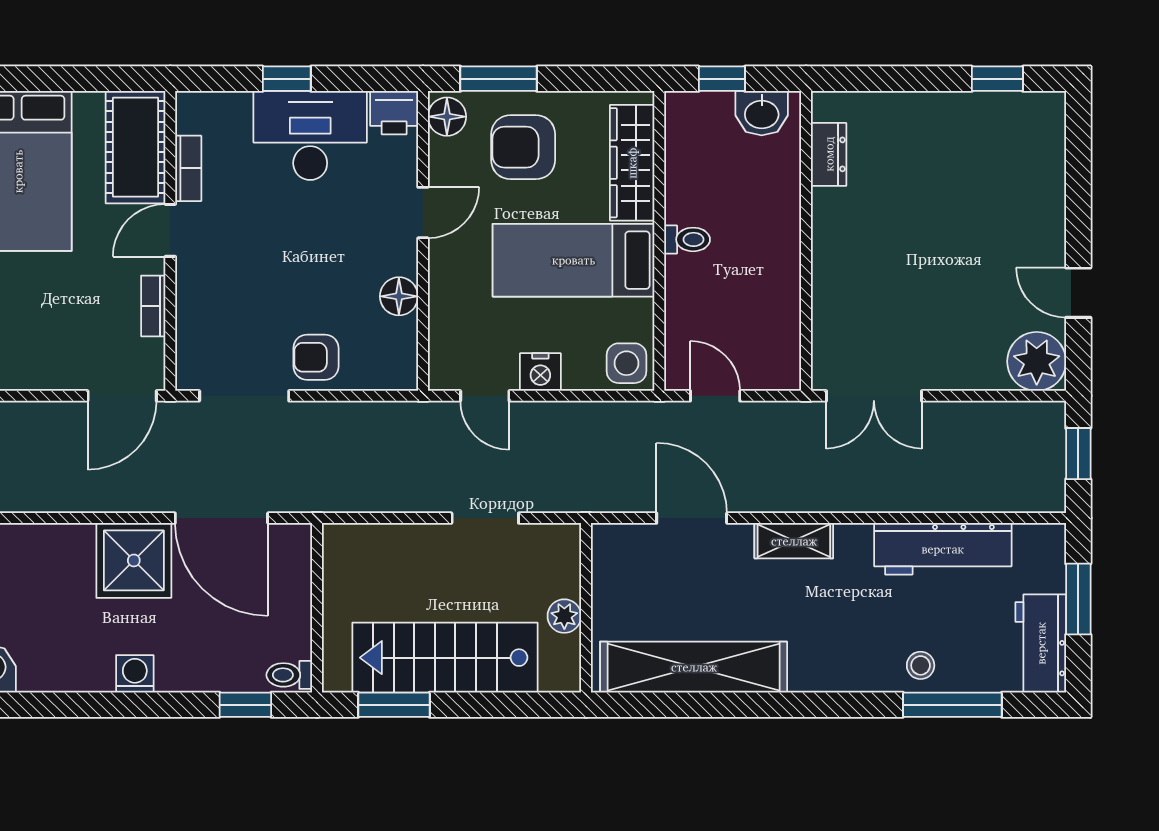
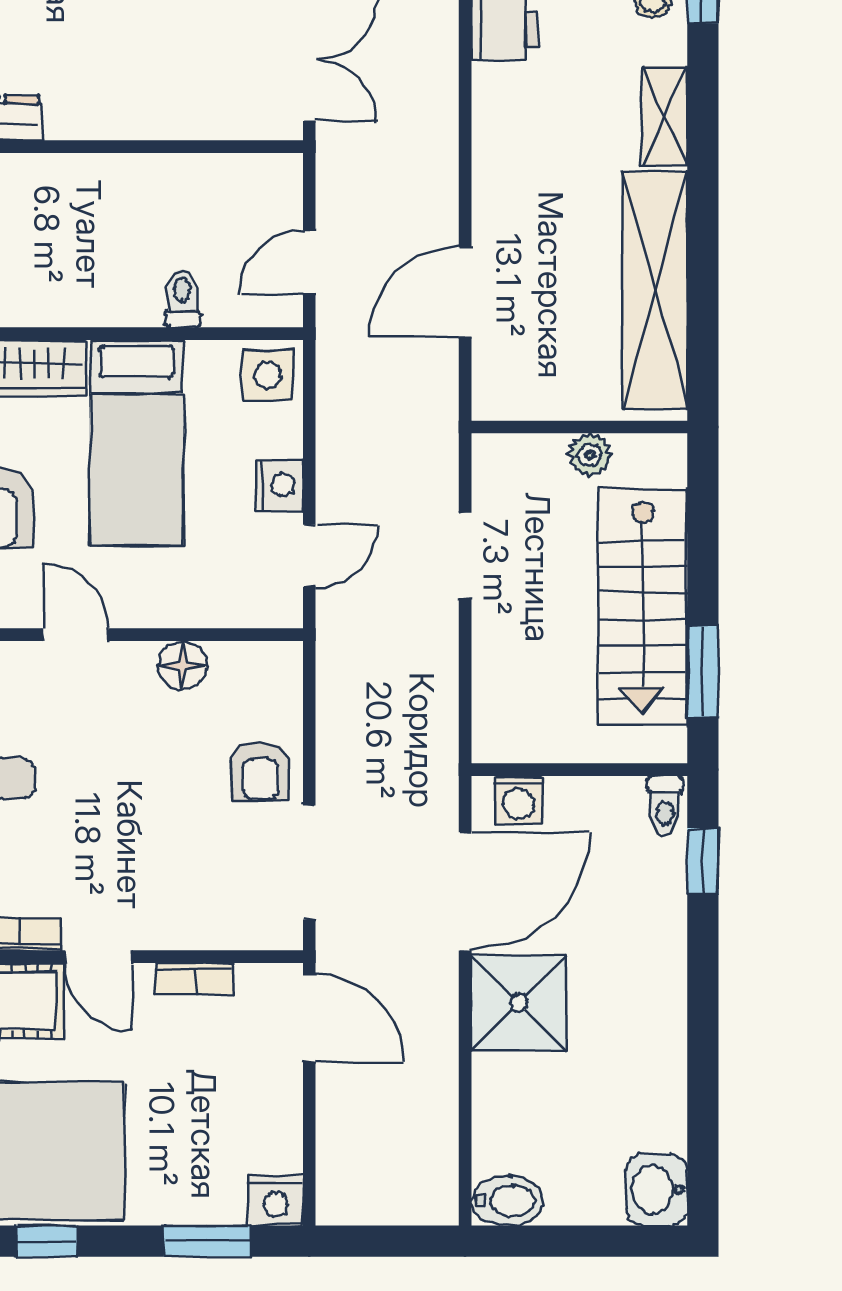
toilet: (687, 239) -> (182, 298), moved
shelving: (794, 541) -> (665, 117), moved
washing machine: (135, 674) -> (519, 800), moved, turned -90

